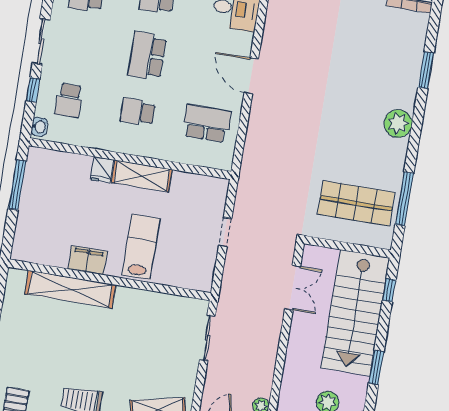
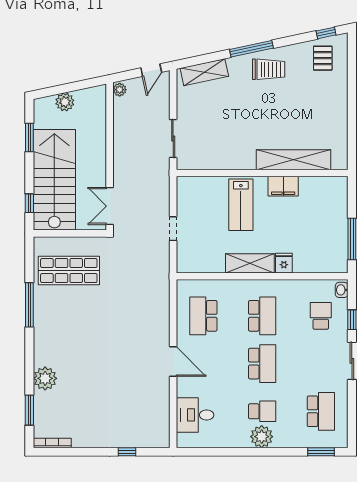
window: (426, 70) -> (29, 410), moved
school desk: (138, 112) -> (262, 316), width x1.85
school desk: (207, 124) -> (203, 316), turned 90
plant: (398, 124) -> (45, 378), moved
window: (404, 199) -> (29, 305), moved
double door: (293, 288) -> (110, 206), moved

